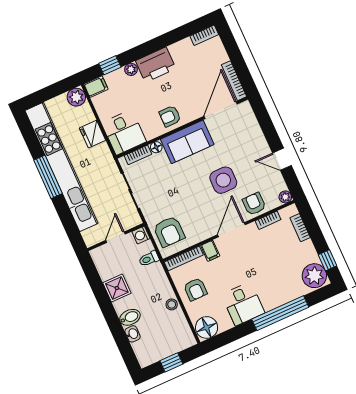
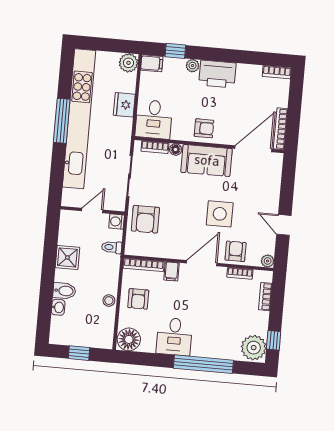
armchair: (170, 116) -> (204, 128), turned 180
armchair: (169, 232) -> (145, 219), moved

